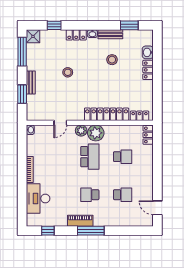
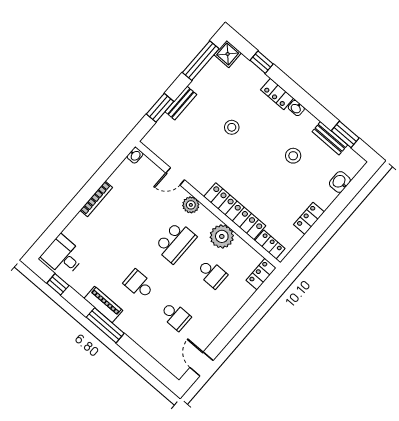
bench: (110, 34) -> (330, 138), moved
locker: (148, 70) -> (309, 218), moved
plant: (96, 133) -> (222, 236), moved
desk: (38, 199) -> (63, 256), moved, width x0.73

